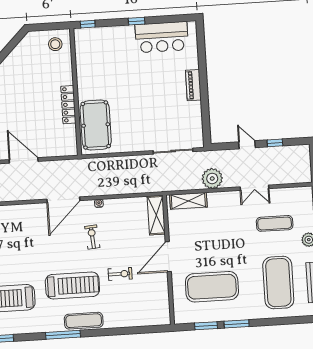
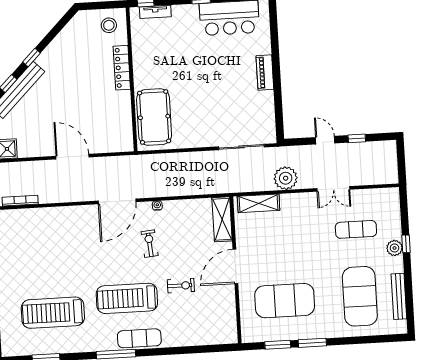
tv unit: (96, 32) -> (155, 12), added
locker: (68, 105) -> (122, 68), moved
treadmill: (72, 285) -> (127, 298), turned 180

